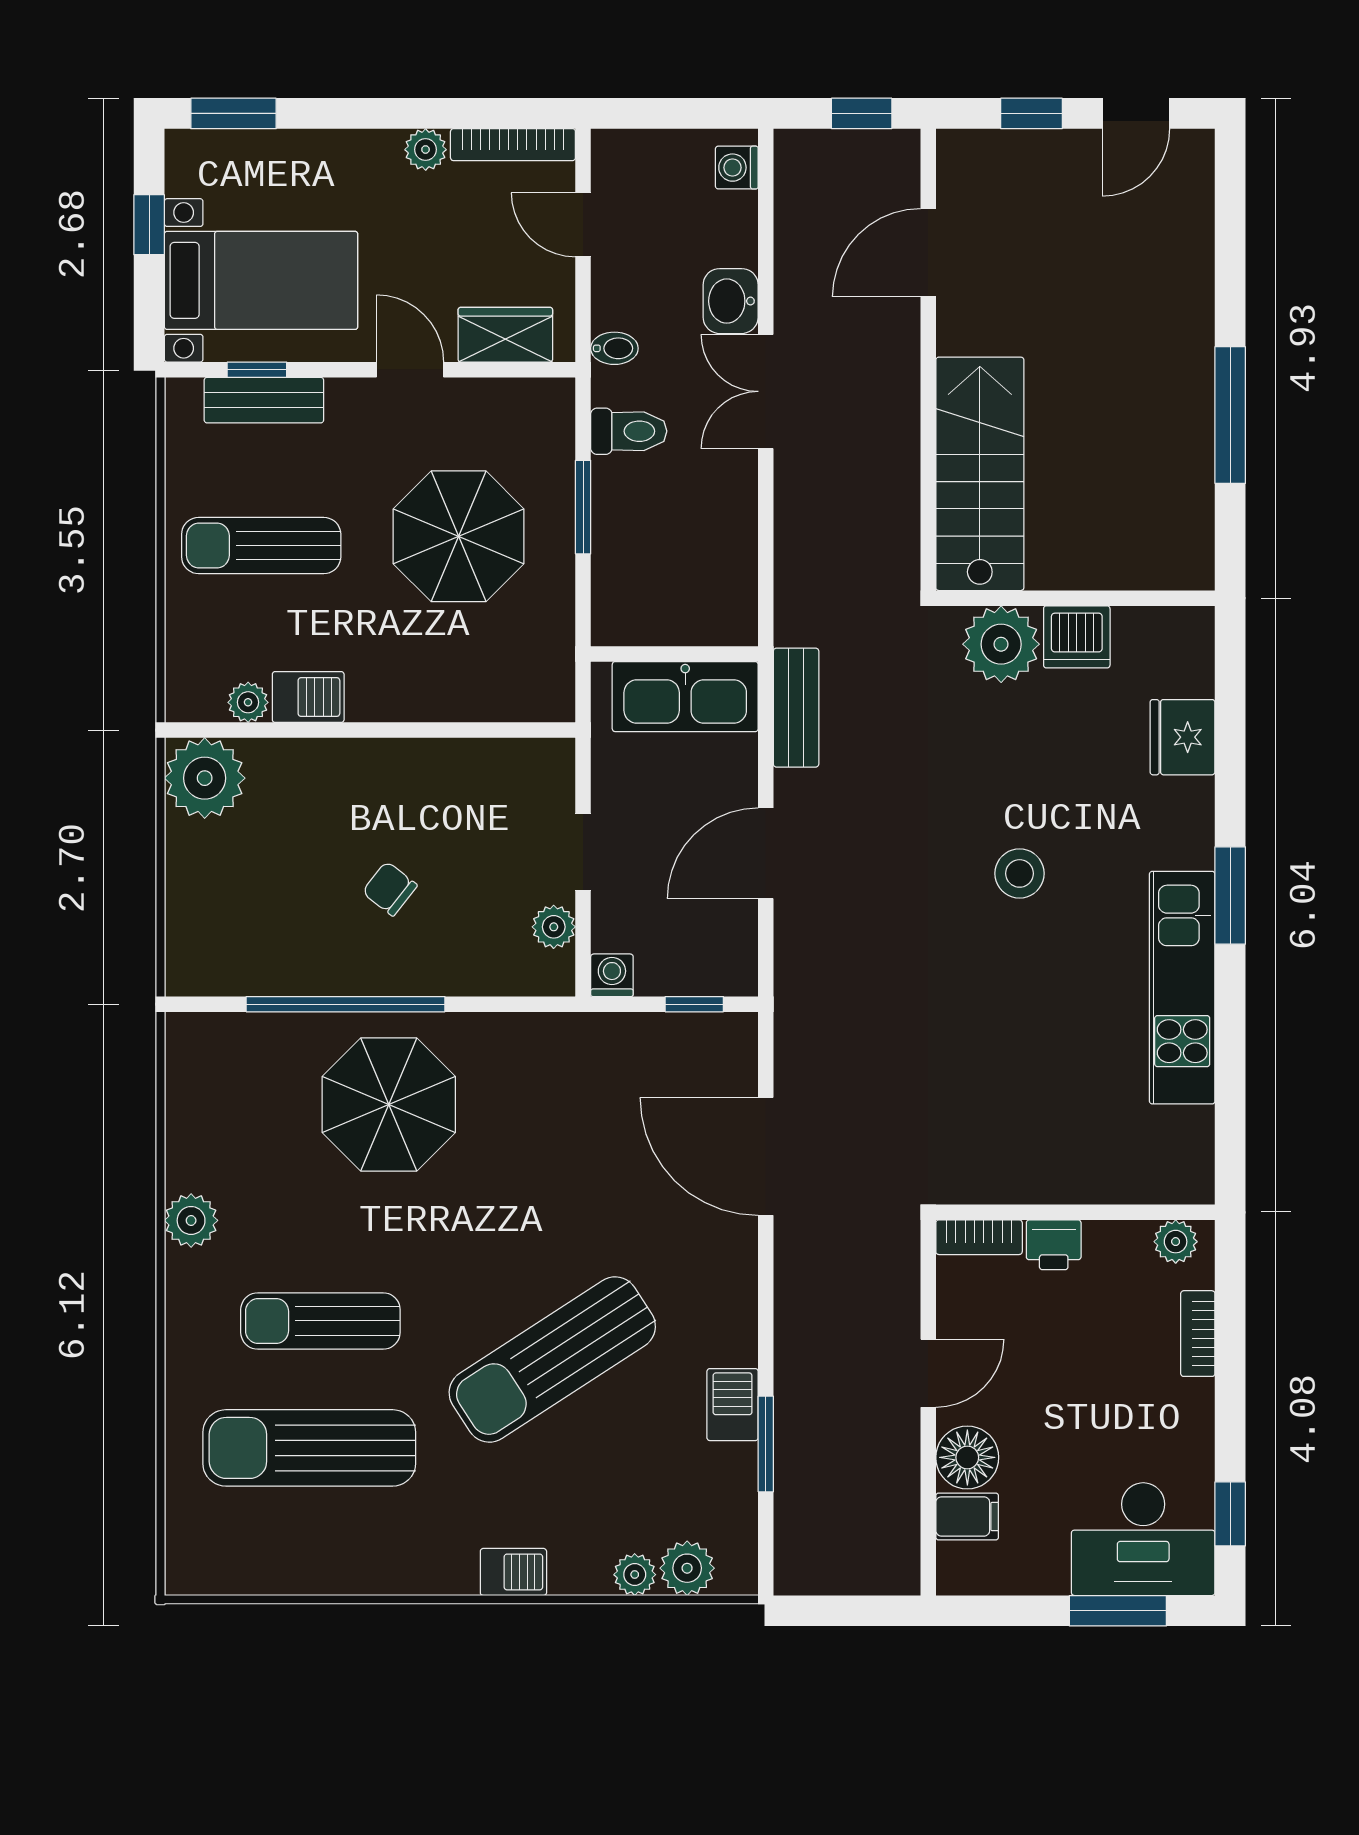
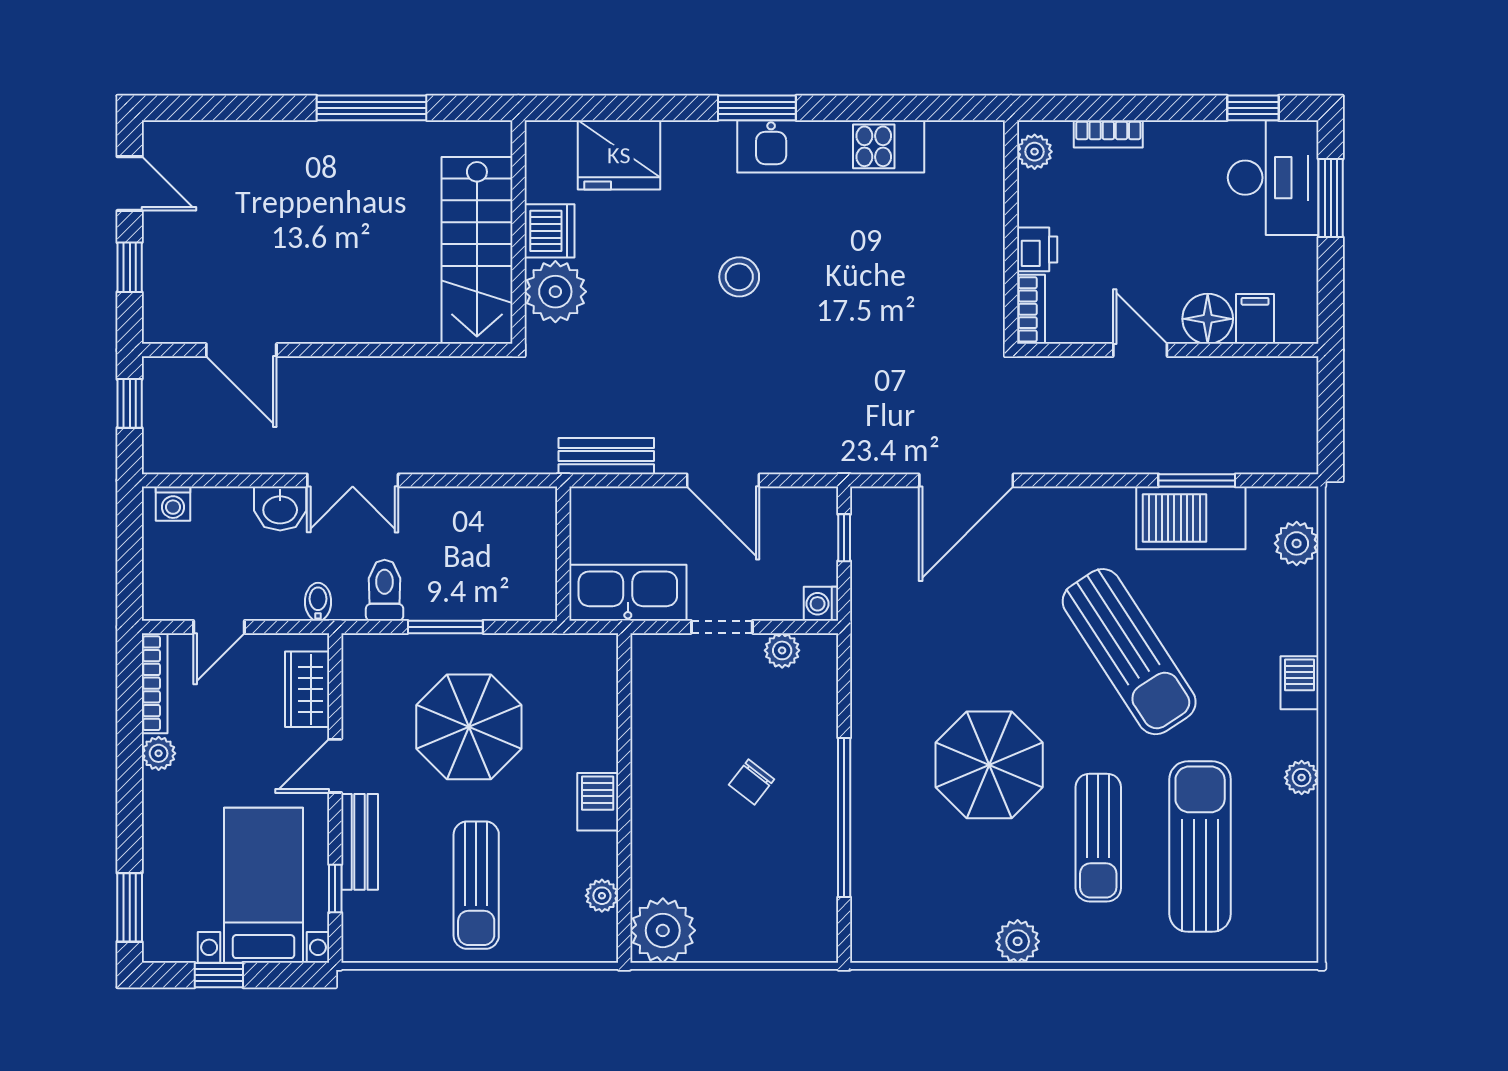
bench: (264, 400) -> (360, 842), moved
stairs: (980, 474) -> (477, 250), moved, turned -90
barbecue: (308, 697) -> (598, 802), moved
kitchen sink: (685, 697) -> (628, 593), moved, turned -90
fridge: (1183, 737) -> (619, 155), width x1.36, depth x1.34
parasol: (389, 1104) -> (989, 765), moved
barbecue: (733, 1405) -> (1191, 518), width x1.88, depth x1.53
sun lounger: (309, 1448) -> (1200, 847), turned 180
plant: (635, 1575) -> (1302, 778), moved

